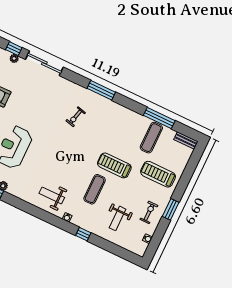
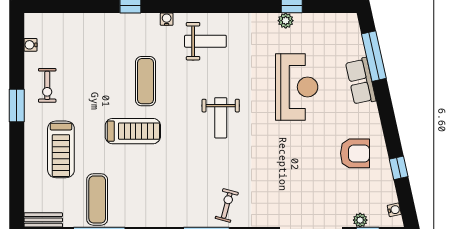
exercise bike: (76, 117) -> (227, 205), moved
treadmill: (158, 174) -> (61, 149), turned 90
weight bench: (118, 218) -> (221, 118), moved, turned 180

